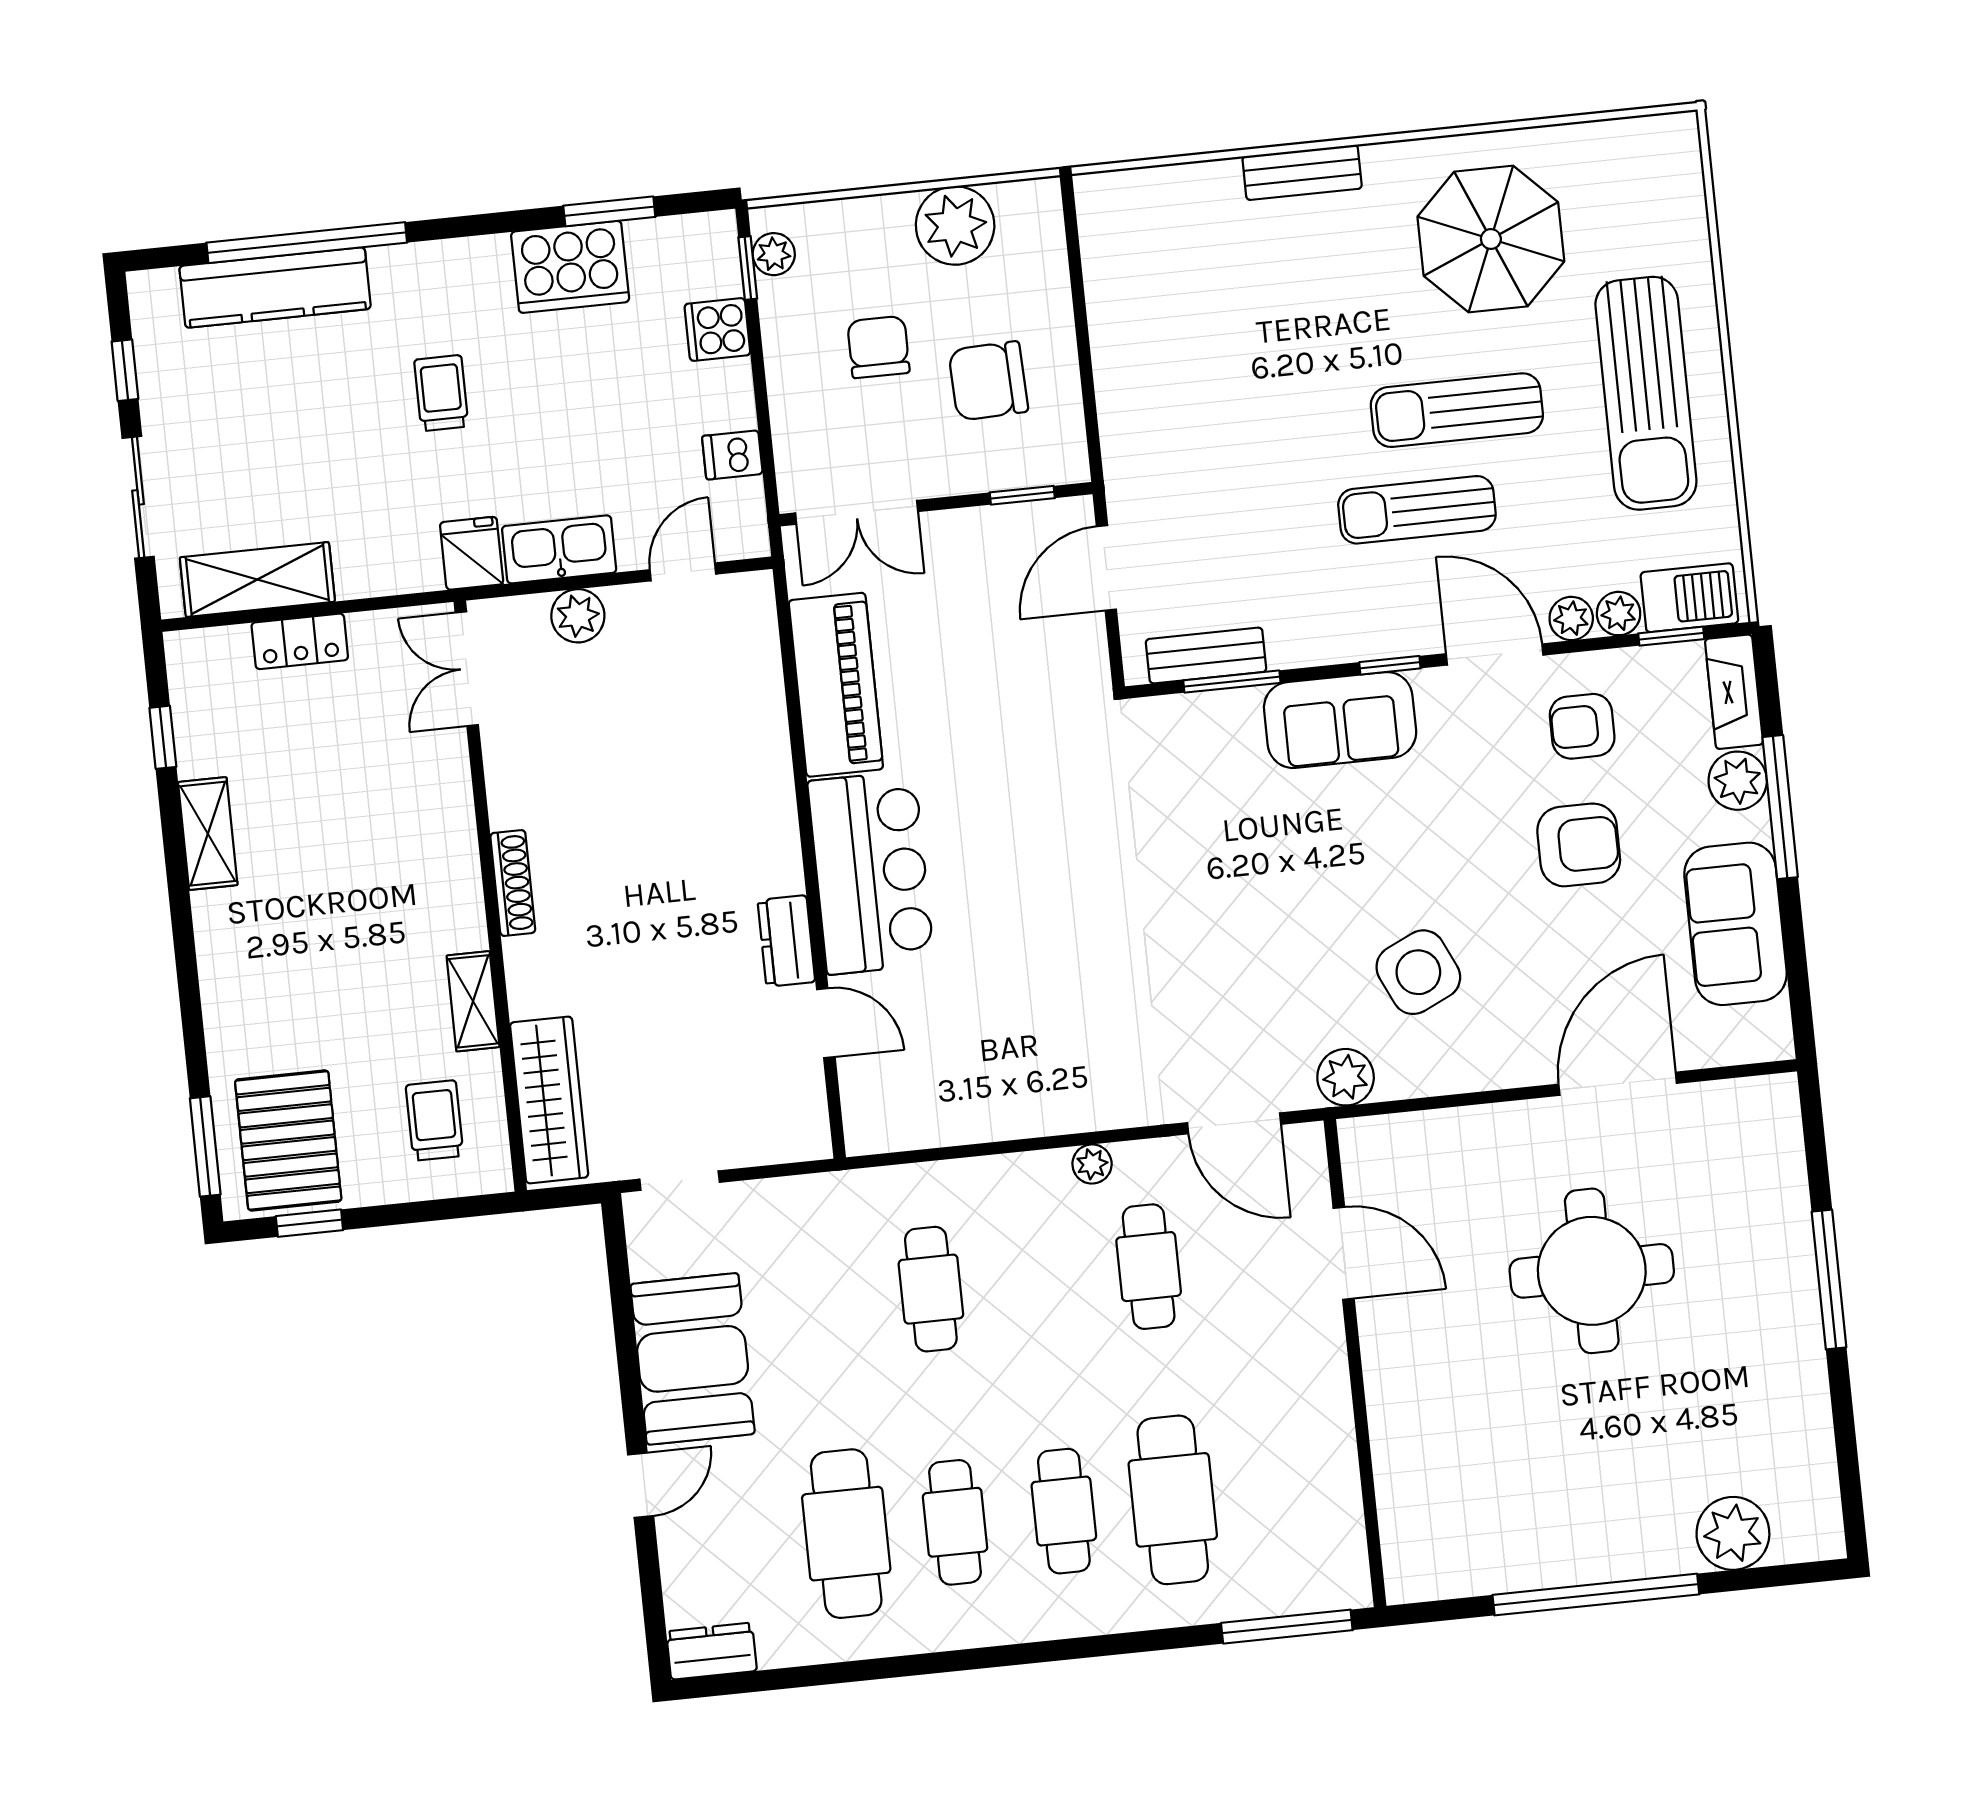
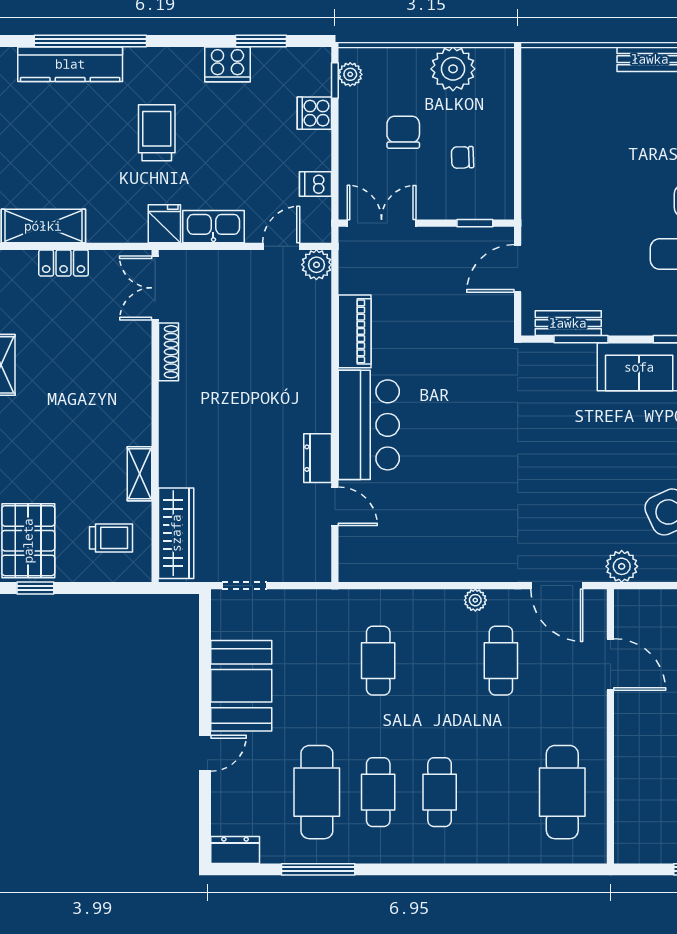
cooker: (570, 267) -> (227, 64), width x0.73, depth x0.76
chair: (988, 381) -> (463, 157), width x0.54, depth x0.54
trolley: (441, 393) -> (157, 133), width x1.36, depth x1.39
double door: (857, 512) -> (382, 223), swing flipped
plant: (578, 616) -> (316, 265), moved
piano: (836, 685) -> (355, 331), width x0.73, depth x0.75
shoe rack: (513, 883) -> (168, 352), moved
trolley: (435, 1120) -> (111, 538), turned 90
cafe table: (1173, 1500) -> (562, 792), moved
window: (1287, 1627) -> (318, 869), moved

